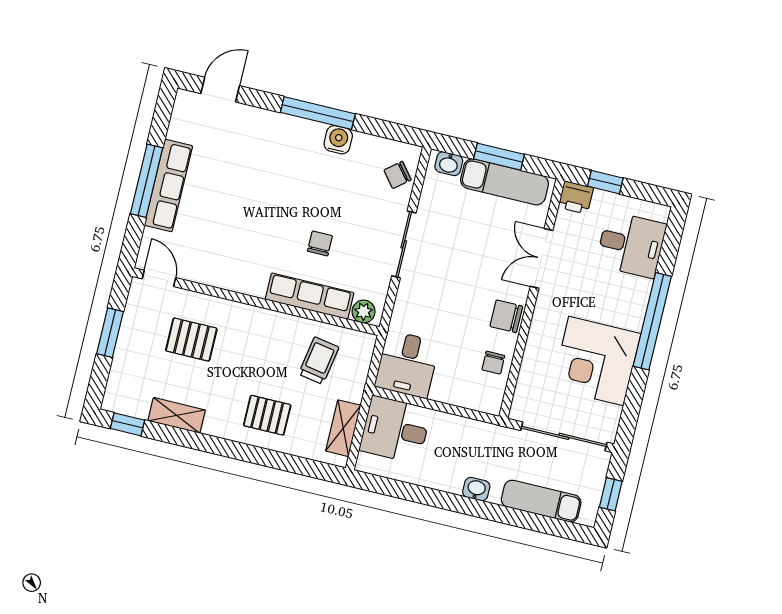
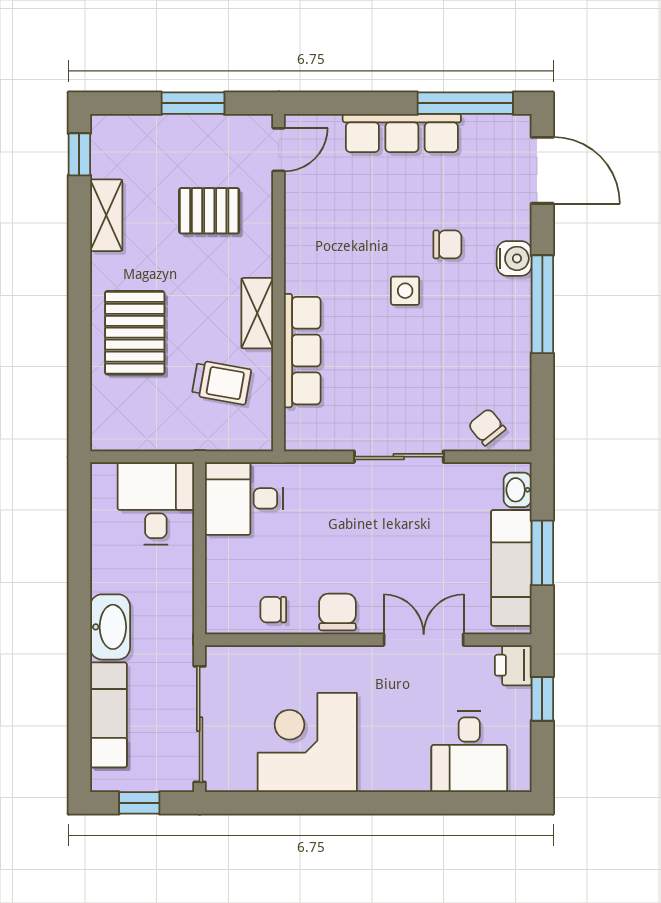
door: (220, 90) -> (542, 170), width x1.38
water cooler: (338, 140) -> (514, 258), moved
window: (147, 181) -> (465, 103), moved
side table: (284, 211) -> (405, 291), added
chair: (320, 243) -> (447, 244), moved
plant: (364, 312) -> (299, 425), removed
window: (652, 321) -> (376, 803), removed
pallet: (191, 340) -> (209, 211), turned 90
pallet: (267, 415) -> (135, 333), width x1.50, depth x1.42
shelving: (343, 428) -> (257, 313), moved, turned 90
washbasin: (476, 489) -> (110, 627), width x1.91, depth x1.45

